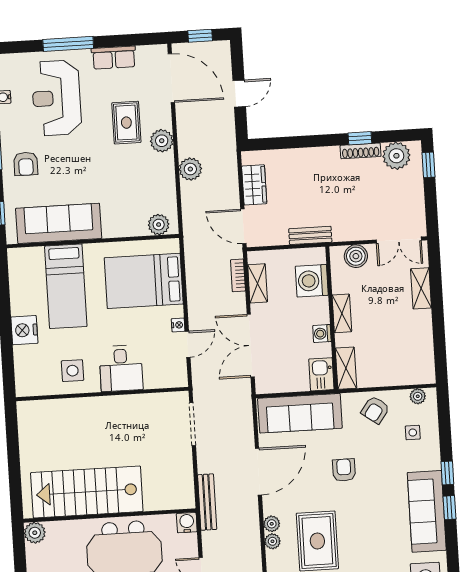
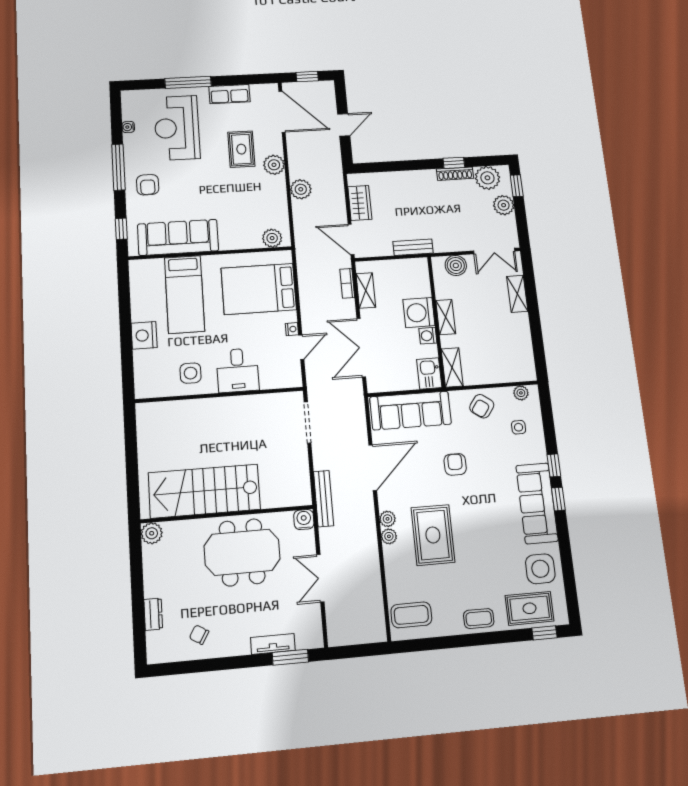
plant: (412, 188) -> (504, 205), added
washing machine: (312, 281) -> (419, 313), moved

